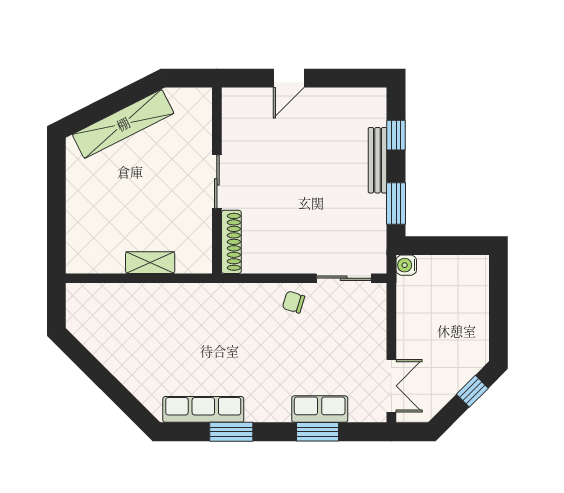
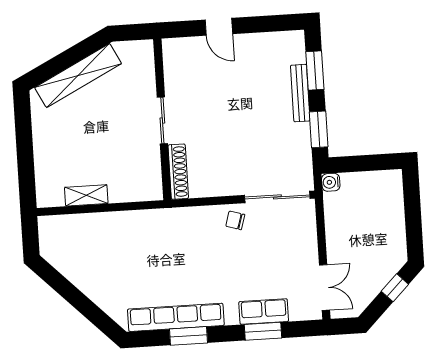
door: (289, 78) -> (219, 27), hinge flipped
window: (396, 135) -> (315, 70), width x1.50
shelving: (150, 263) -> (86, 195), moved
sliding door: (344, 278) -> (277, 197), width x1.37
row of seats: (203, 409) -> (176, 317), width x1.36

